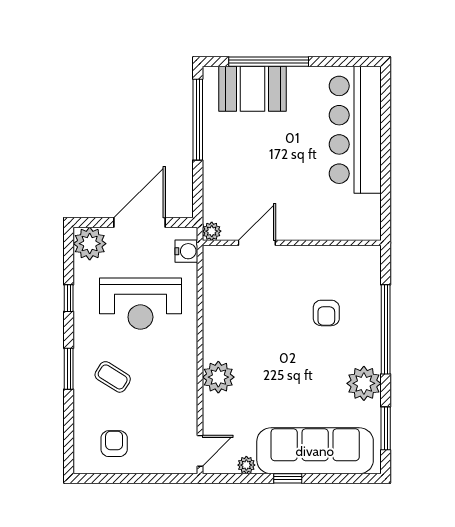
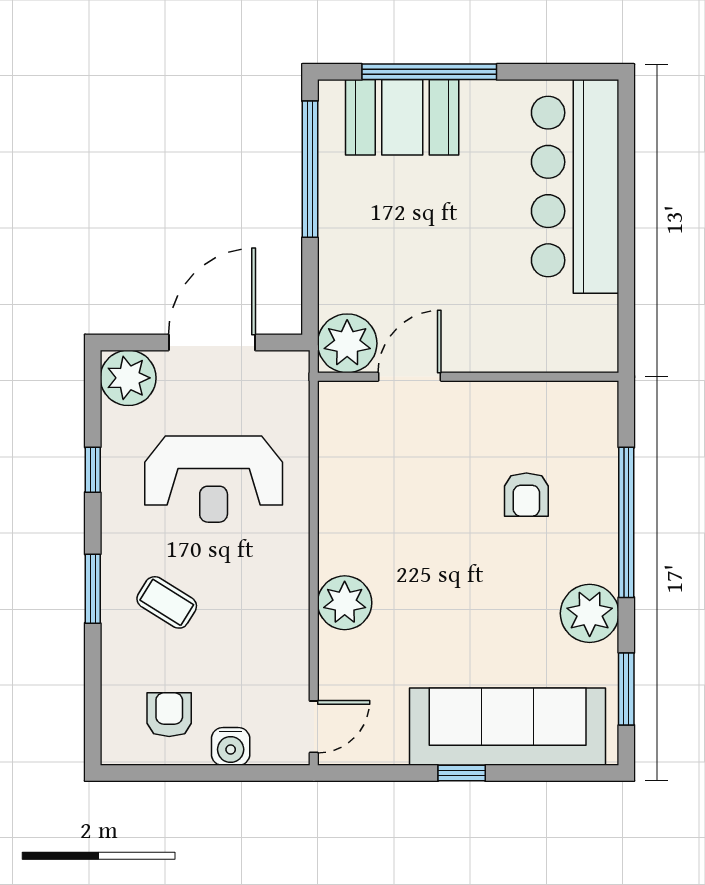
plant: (212, 231) -> (347, 343), width x1.88, depth x1.88
water cooler: (186, 251) -> (231, 746), moved, turned 90
plant: (246, 465) -> (392, 751), removed

